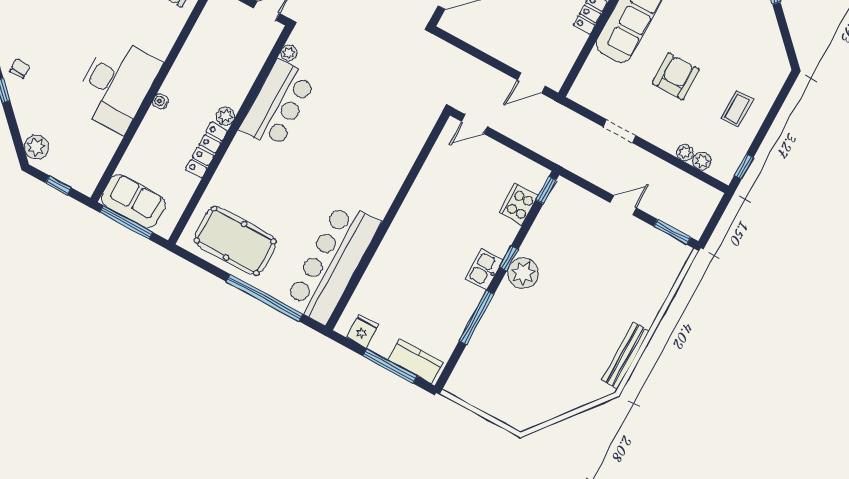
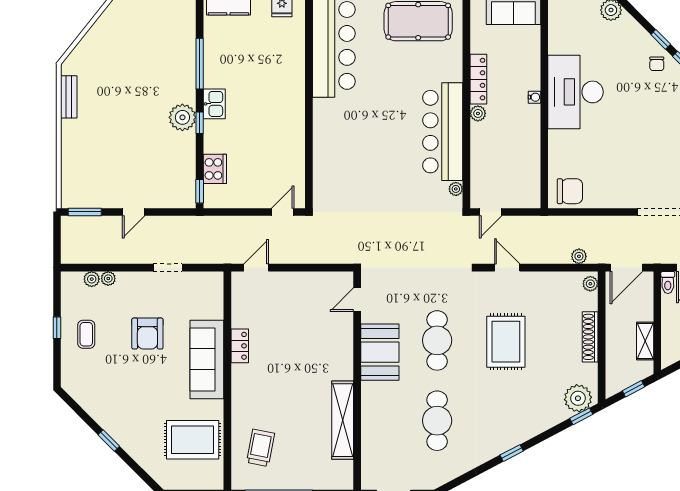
bar counter: (278, 104) -> (443, 132), width x1.36
window: (744, 166) -> (57, 328), moved
bench: (625, 356) -> (69, 97), width x0.73

